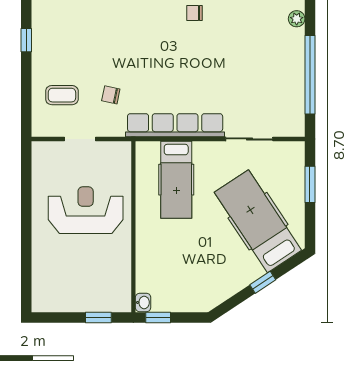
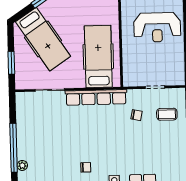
window: (310, 75) -> (14, 148), moved
hospital bed: (176, 180) -> (98, 56), width x1.37, depth x1.29
reception desk: (86, 210) -> (157, 27), moved

